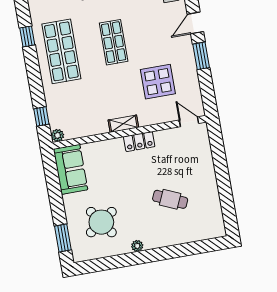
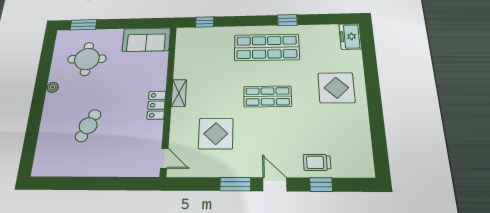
door: (189, 122) -> (164, 158), hinge flipped
plant: (57, 135) -> (183, 33), removed
round table: (101, 222) -> (87, 59), turned 35

